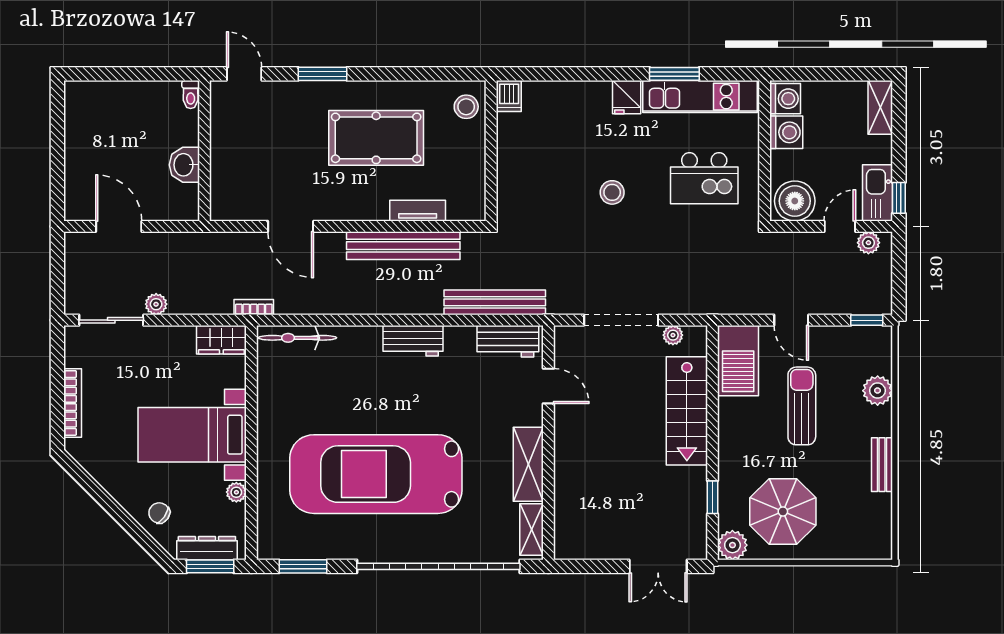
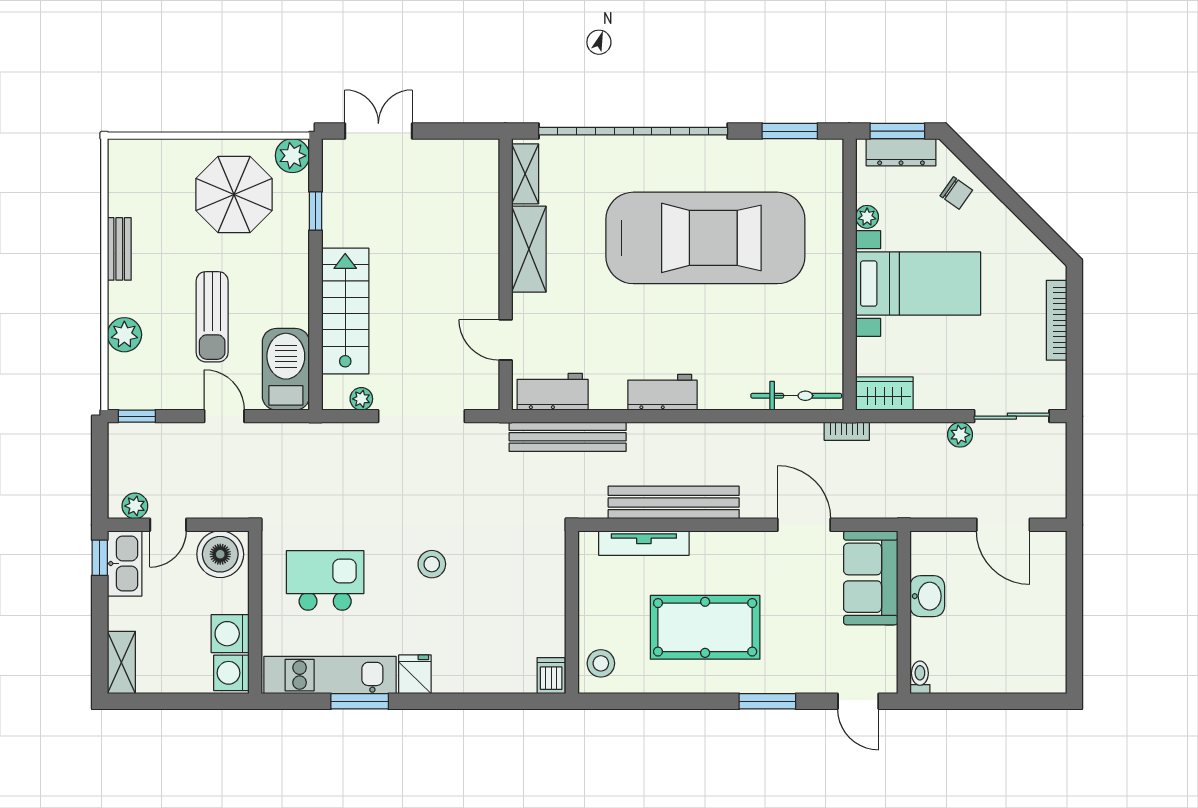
sofa: (233, 181) -> (871, 578), added
tv unit: (418, 211) -> (644, 543), width x1.41

